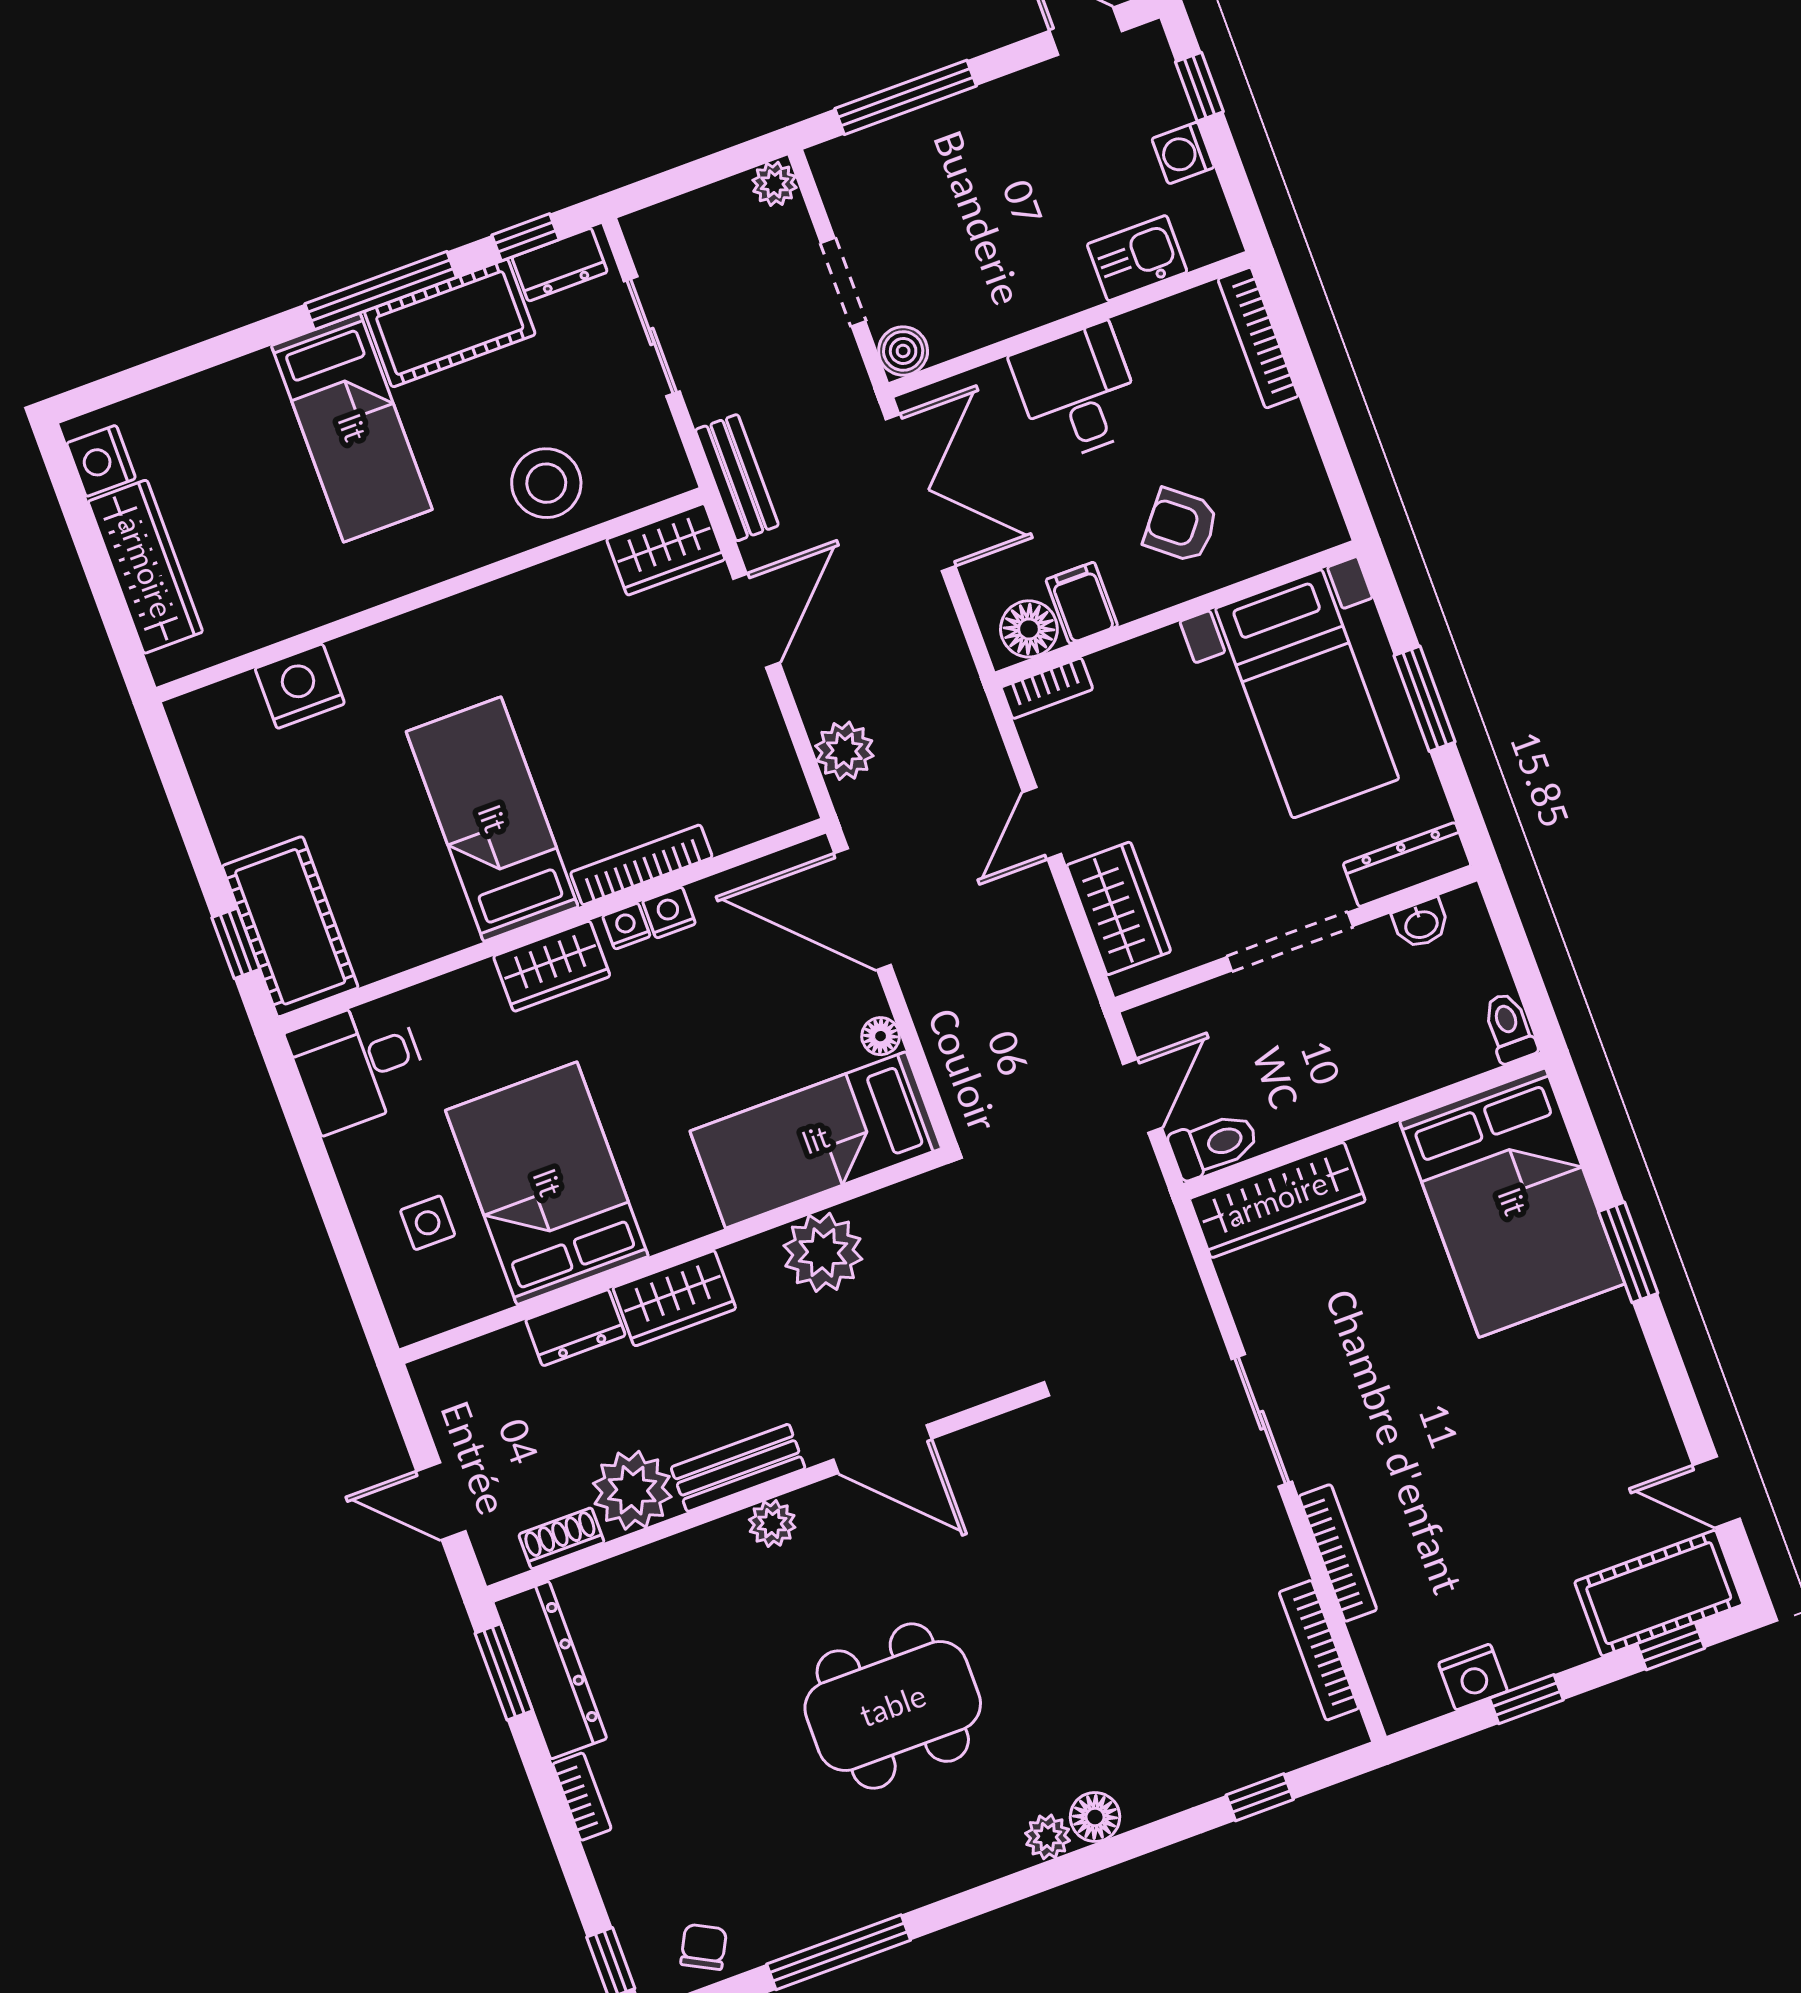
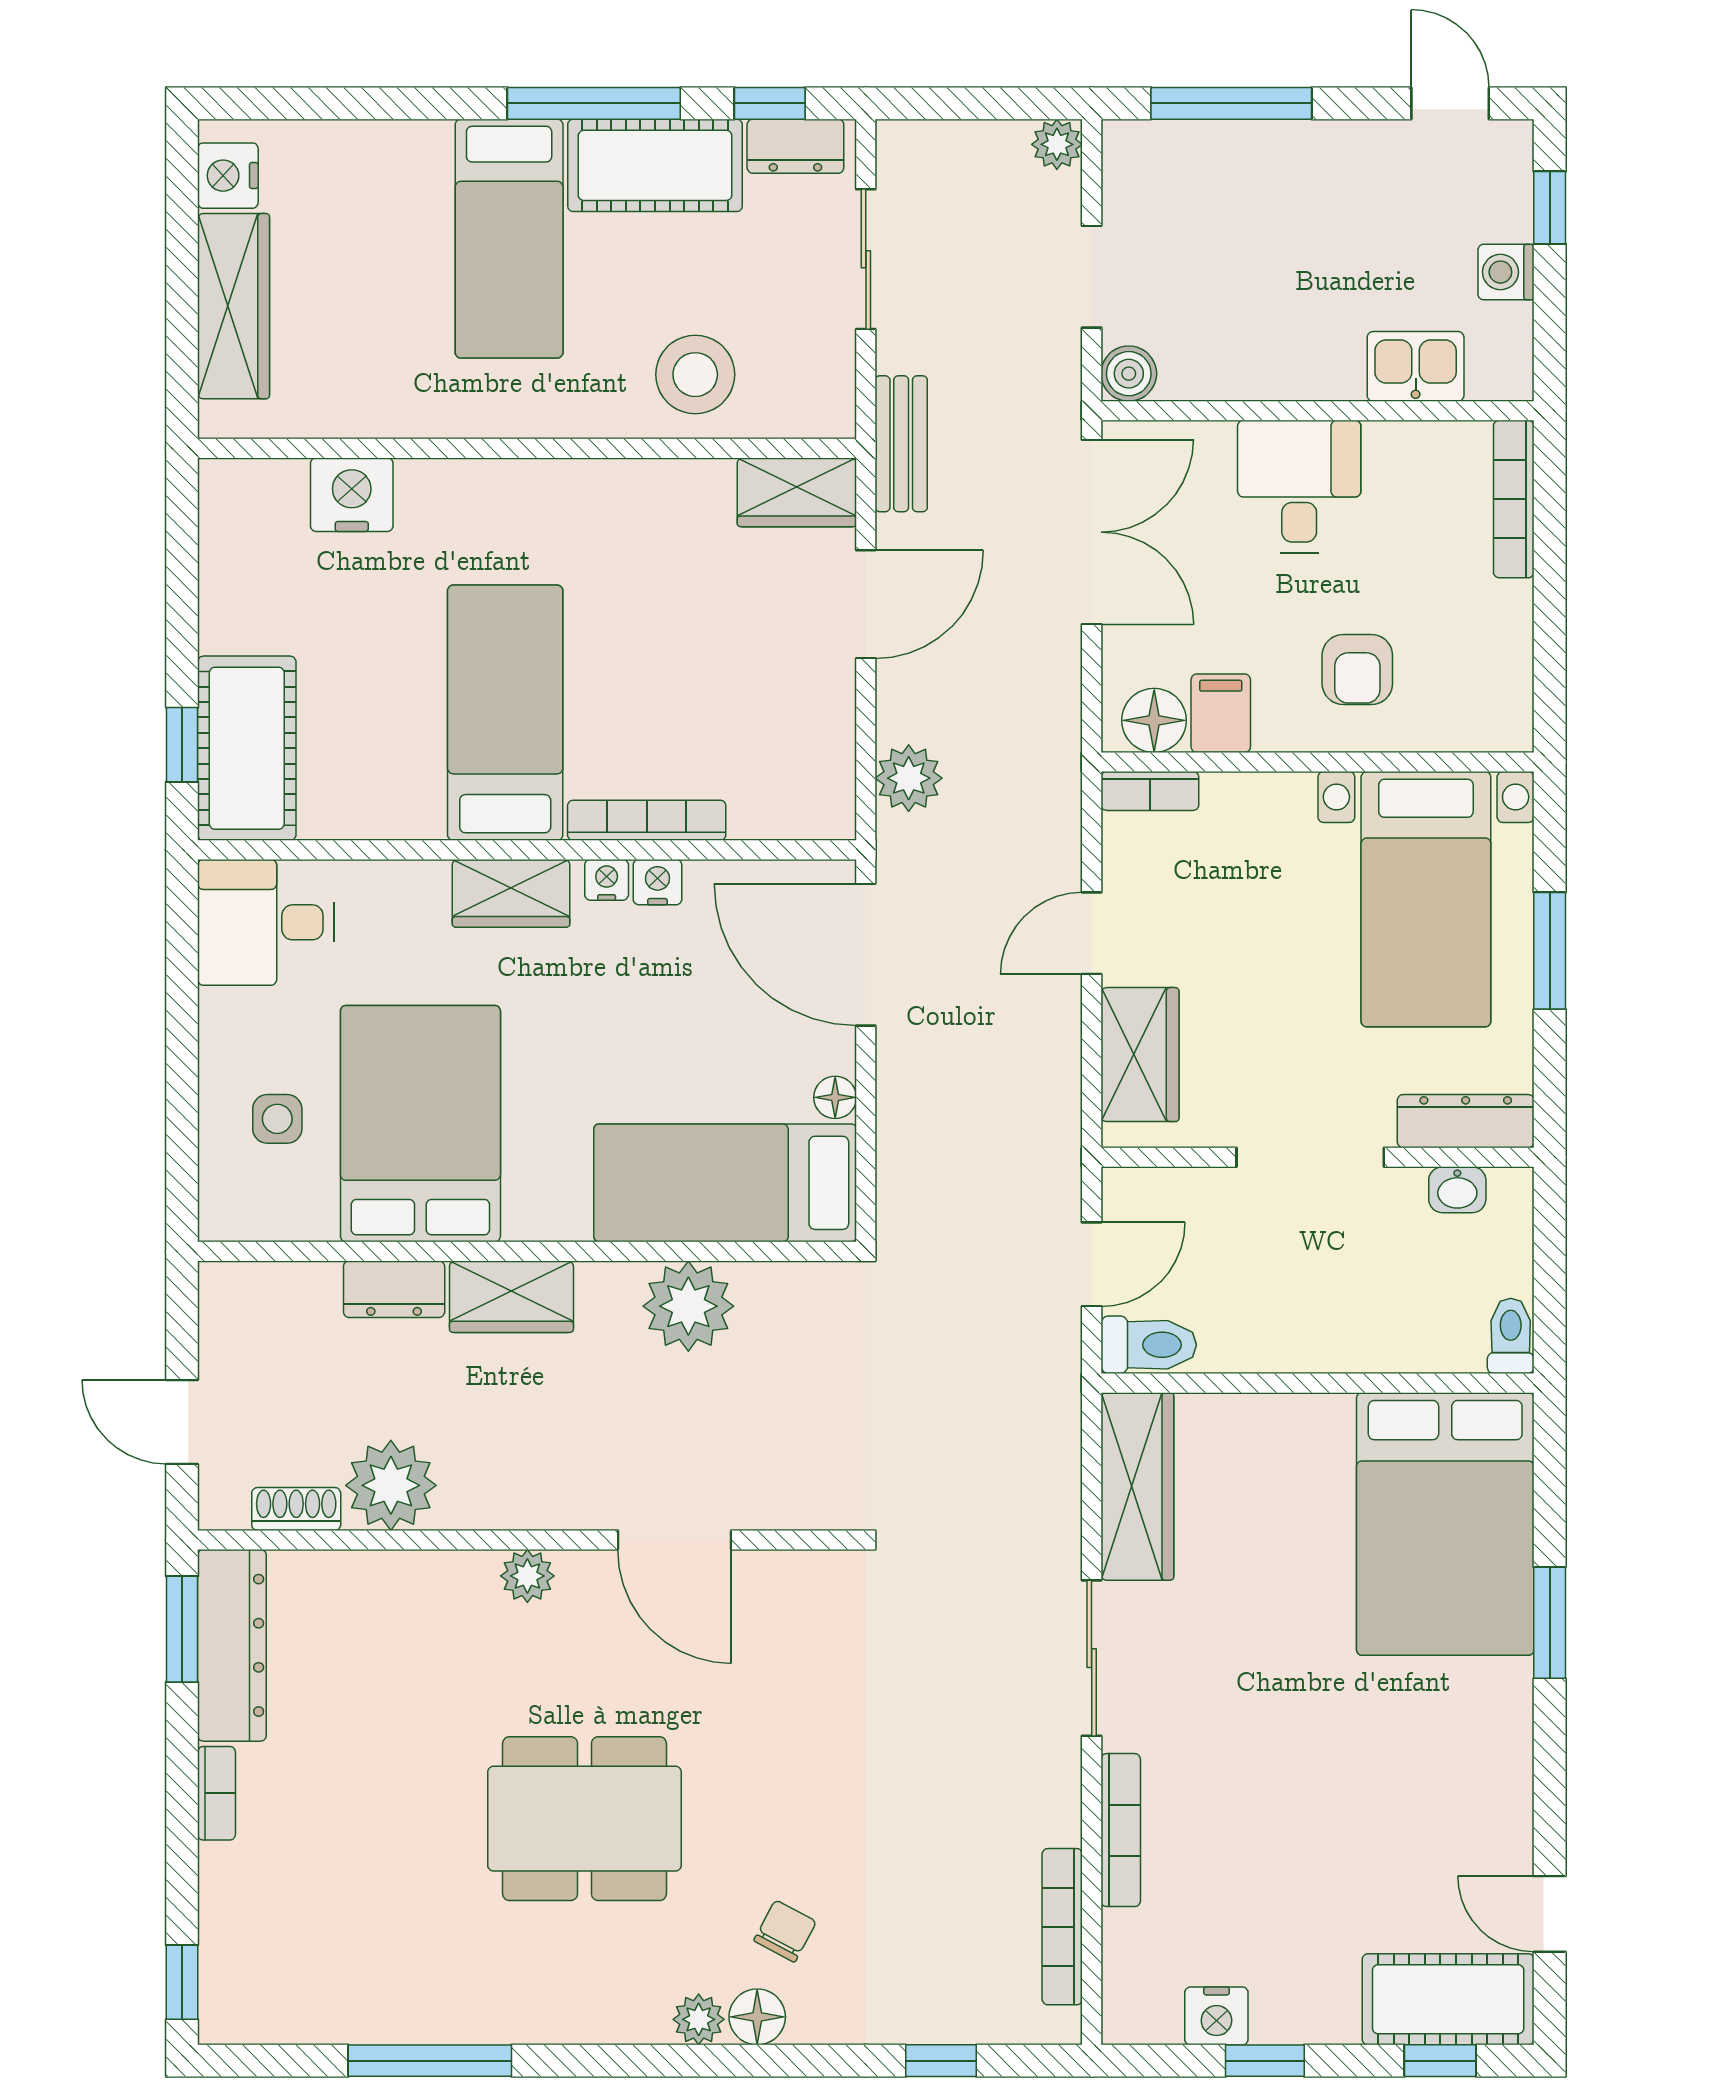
armchair: (1181, 525) -> (1357, 669), turned -129
wardrobe: (1277, 1200) -> (1137, 1486), moved, turned -90
bench: (738, 1468) -> (513, 1503), removed
chair: (704, 1947) -> (785, 1931), moved

